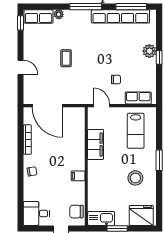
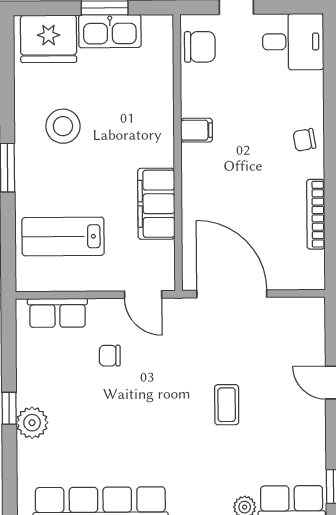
door: (47, 106) -> (232, 294), moved
lab bench: (136, 131) -> (63, 236), turned -90
kitchen sink: (101, 218) -> (110, 31), moved

